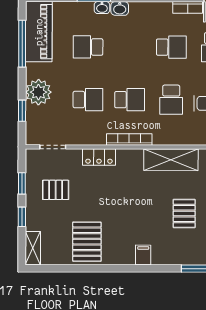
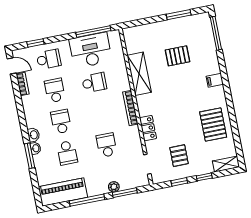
window: (22, 44) -> (87, 200), moved
plant: (38, 92) -> (114, 187), width x0.53, depth x0.53
school desk: (130, 100) -> (61, 122), moved
window: (22, 111) -> (125, 193), width x1.50
pallet: (87, 242) -> (213, 125), turned 90

